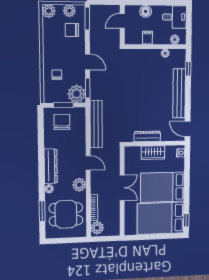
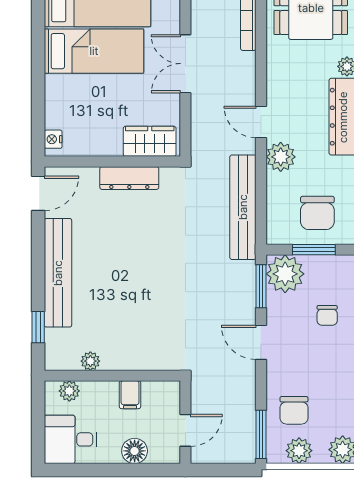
chair: (72, 30) -> (294, 410), turned 90
door: (187, 129) -> (38, 193), hinge flipped
wardrobe: (153, 153) -> (150, 141), moved
plant: (79, 185) -> (281, 157), moved
bed: (162, 187) -> (94, 51), width x0.67

